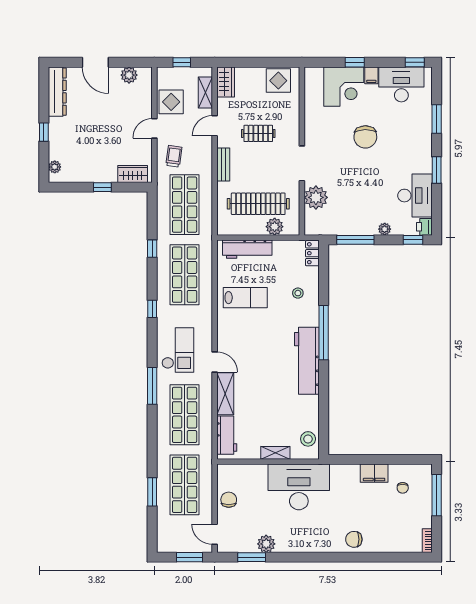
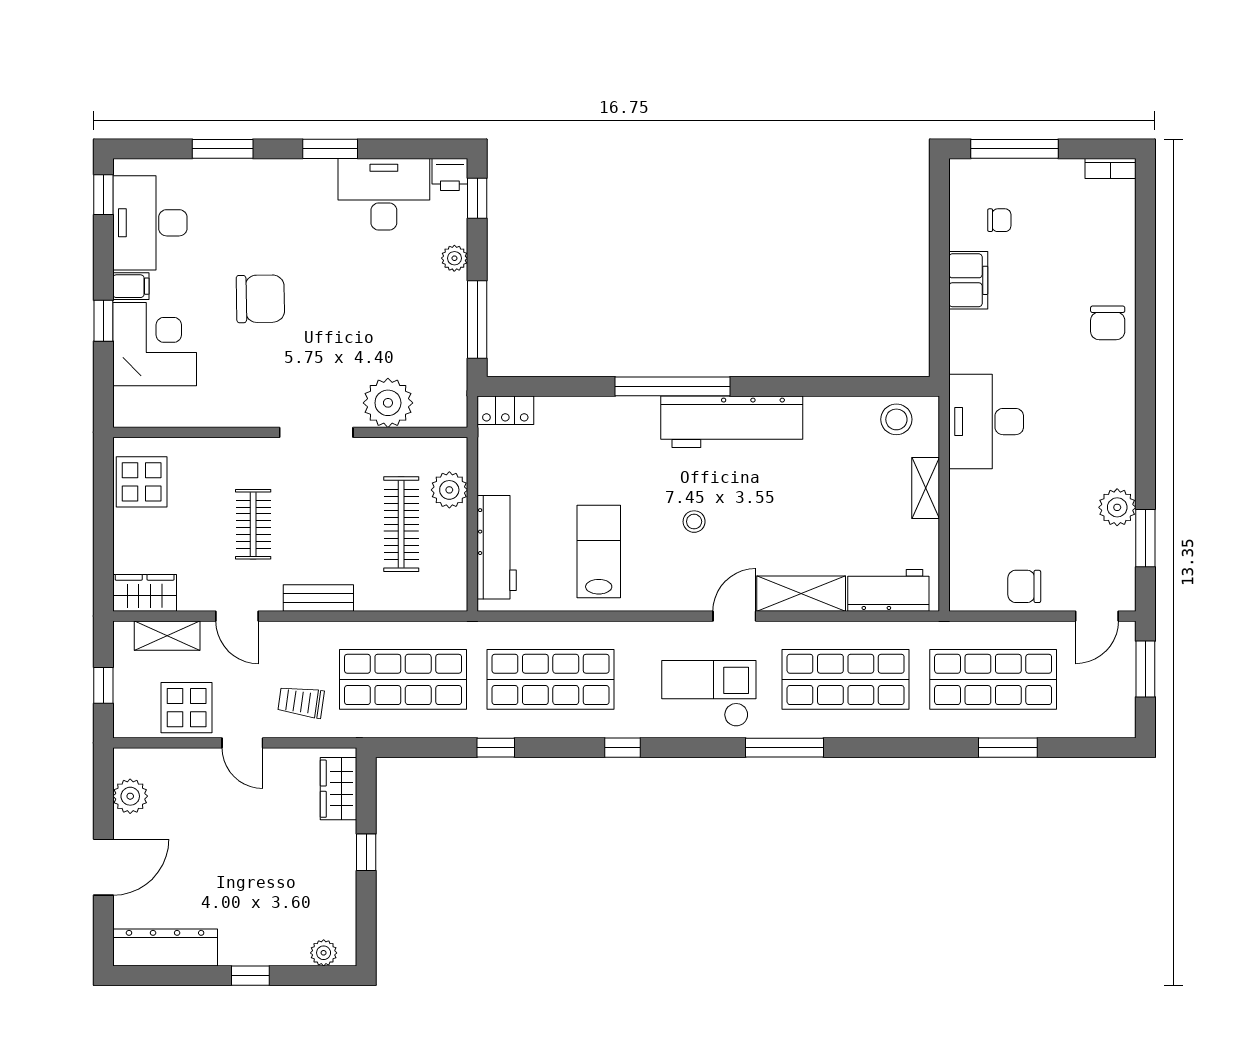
clothes rail: (258, 204) -> (401, 524), width x0.73, depth x0.76
stool: (298, 293) -> (694, 522), moved
desk: (299, 487) -> (986, 422), width x0.73, depth x0.77

